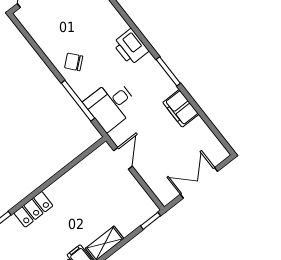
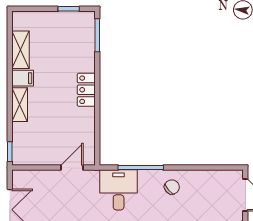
door: (123, 158) -> (72, 168), swing flipped
locker: (33, 209) -> (86, 90), moved

